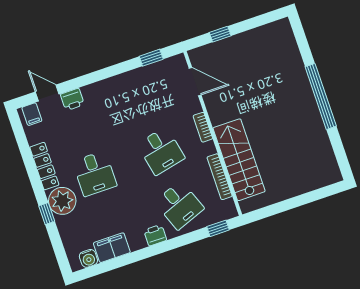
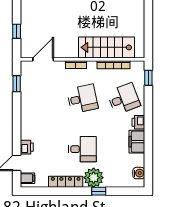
filing cabinet: (112, 248) -> (137, 142), moved

